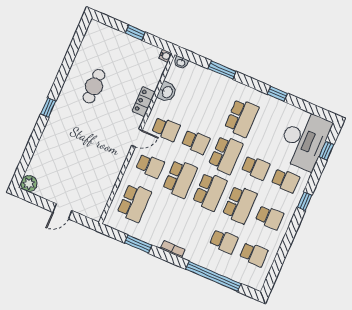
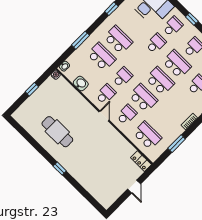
cafe table: (94, 86) -> (57, 132), width x1.37, depth x1.35
locker: (144, 102) -> (141, 161), moved
school desk: (226, 155) -> (102, 57), moved
plant: (29, 184) -> (106, 202), removed

